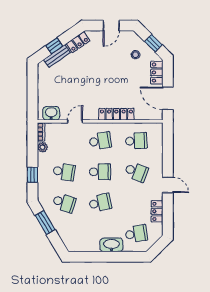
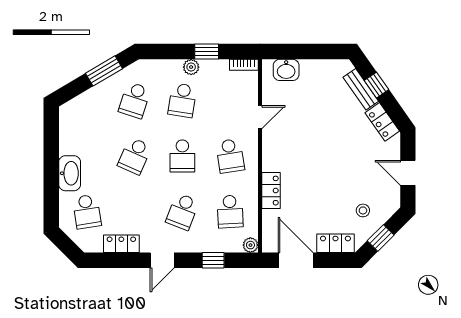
door: (168, 98) -> (296, 260), hinge flipped
washbasin: (51, 113) -> (286, 70), moved, turned 90
locker: (116, 114) -> (271, 191), width x0.66
door: (75, 121) -> (260, 117), hinge flipped
plant: (158, 128) -> (250, 245), added
plant: (43, 147) -> (191, 67), moved
window: (168, 152) -> (213, 260), added
window: (32, 175) -> (207, 52), moved
school desk: (100, 203) -> (135, 156), turned 36

